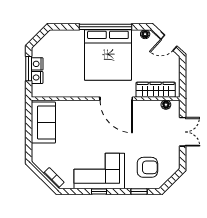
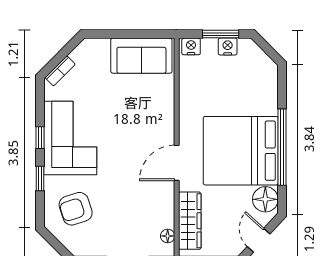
floor lamp: (145, 34) -> (265, 199), width x1.89, depth x1.89
nightstand: (37, 77) -> (191, 46), moved
door: (116, 99) -> (177, 163), width x0.73
armchair: (147, 167) -> (76, 209), turned 72
window: (139, 192) -> (40, 178), moved

